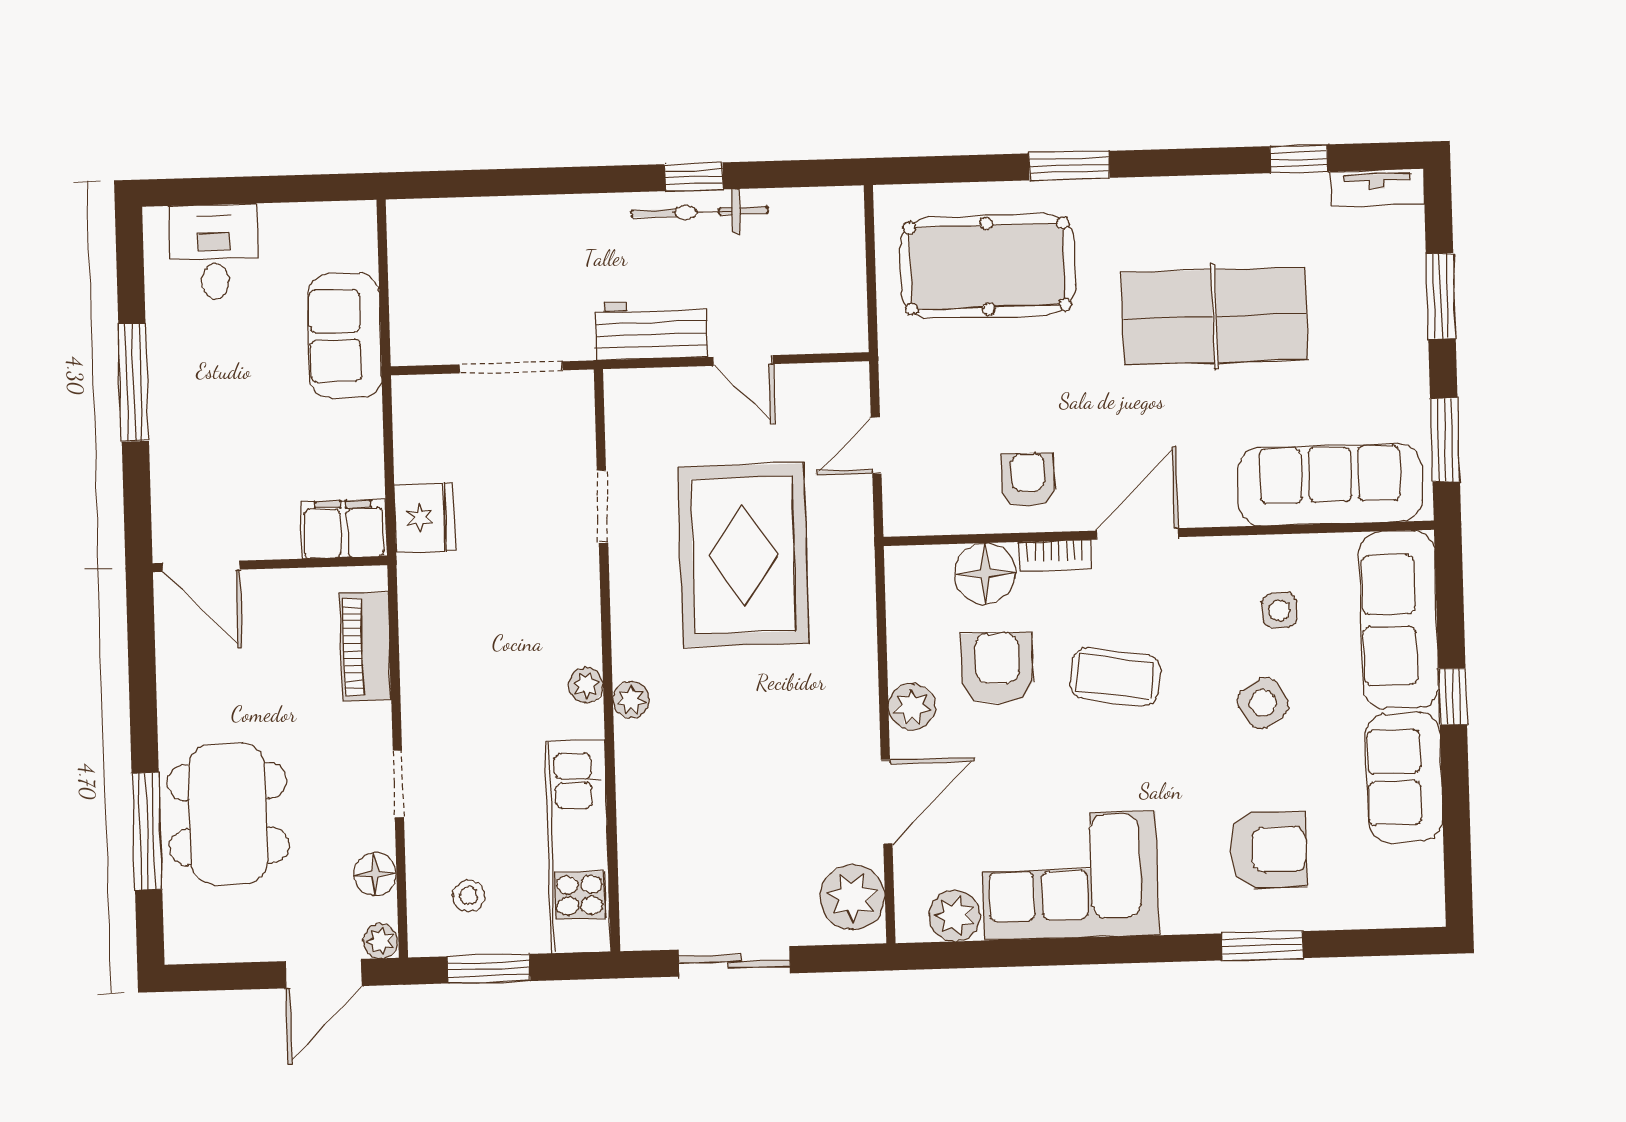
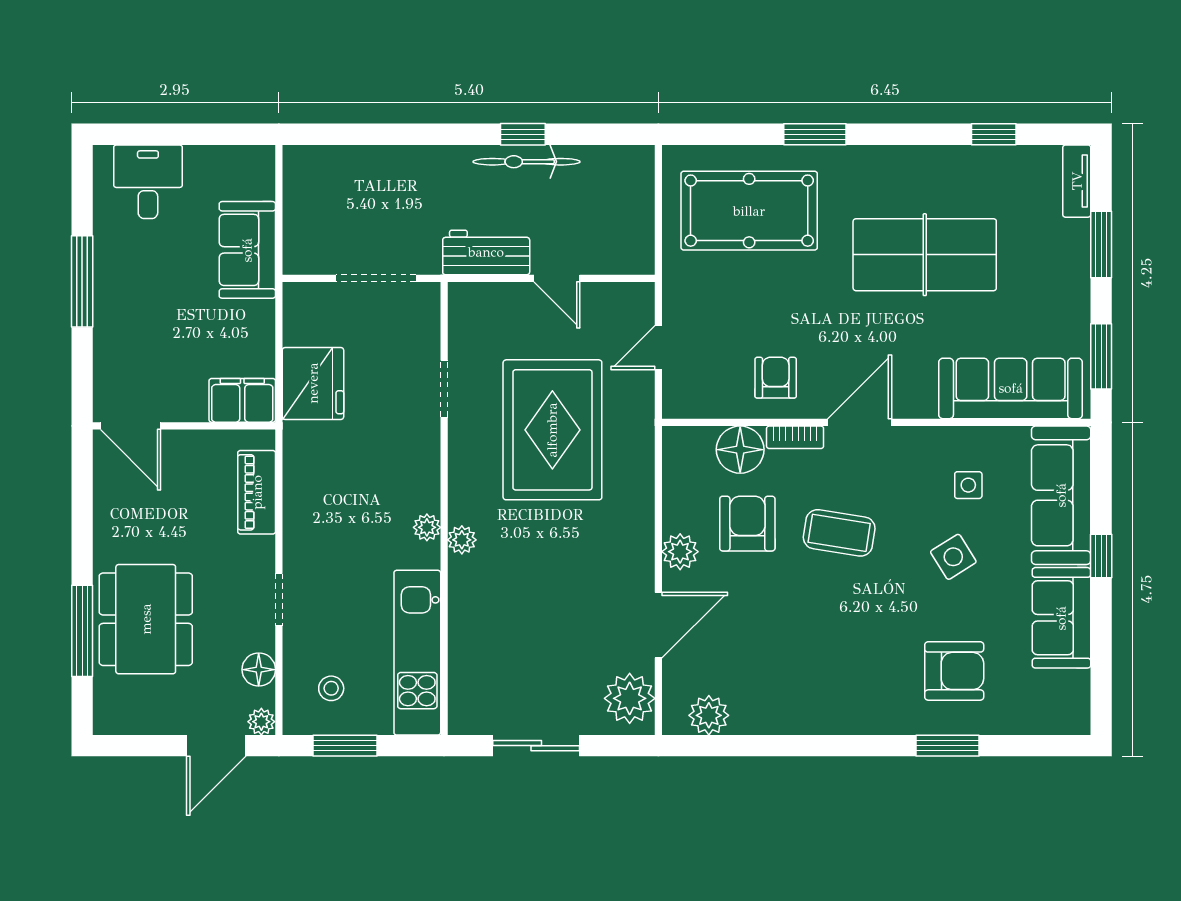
tv unit: (1377, 188) -> (1077, 181), moved, turned 90
fridge: (424, 517) -> (313, 383), width x1.36, depth x1.34
corner sofa: (1070, 876) -> (799, 687), removed

